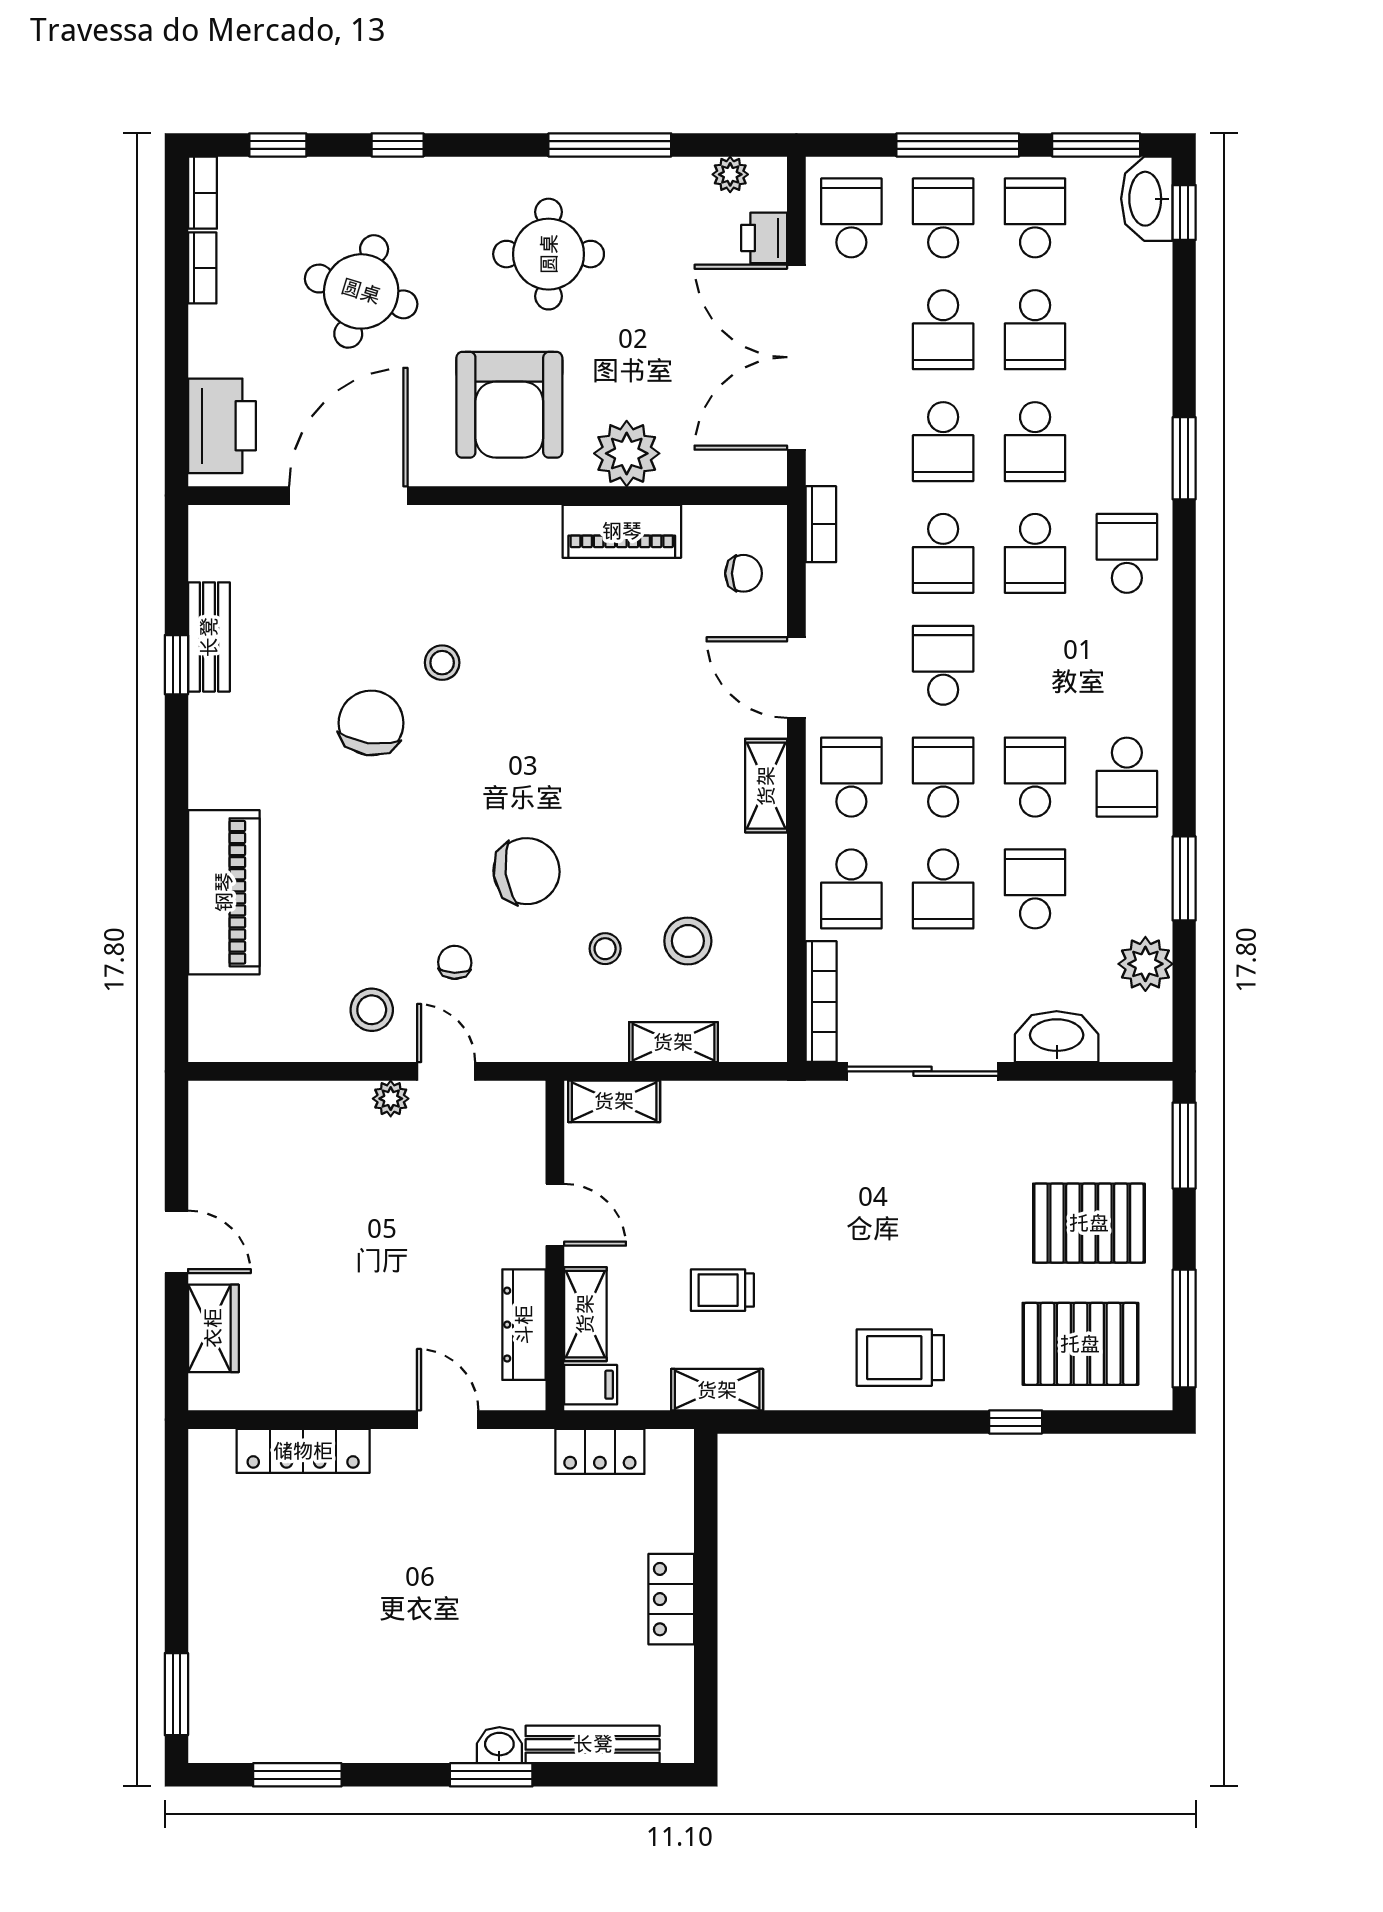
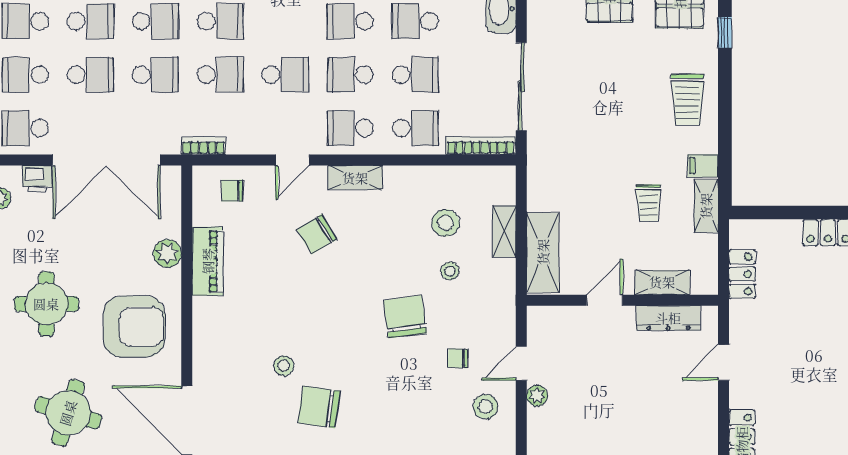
plant: (627, 453) -> (167, 253), width x0.73, depth x0.73
chair: (744, 573) -> (232, 191), turned -90
school desk: (943, 665) -> (285, 75), turned 180
door: (796, 678) -> (292, 160), width x0.73
chair: (668, 719) -> (317, 234), added
shelving: (614, 1101) -> (543, 252), width x1.50, depth x1.33
filing cabinet: (591, 1385) -> (703, 166), moved, turned -90

